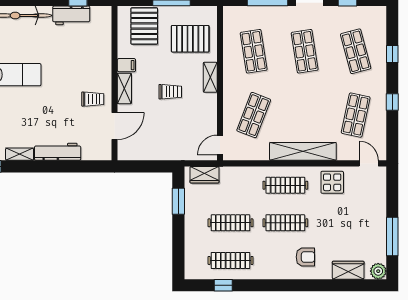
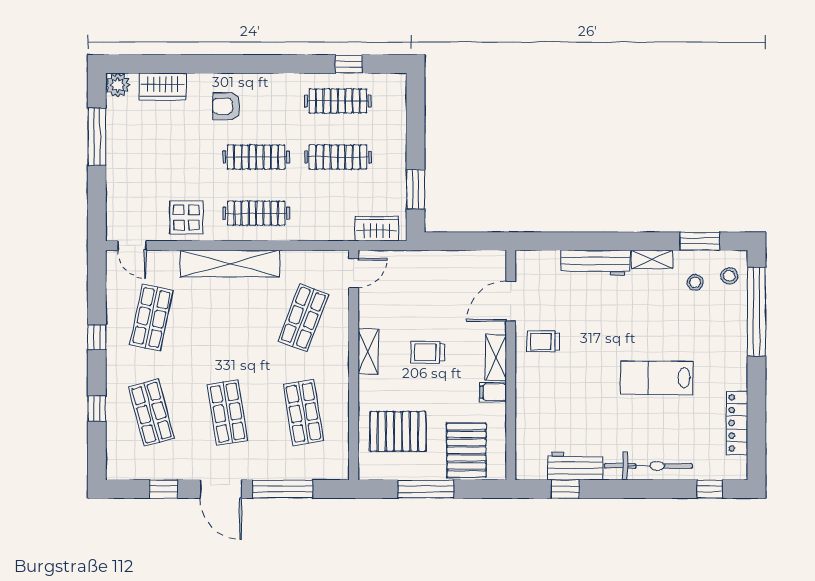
shelving: (210, 77) -> (368, 352), moved

